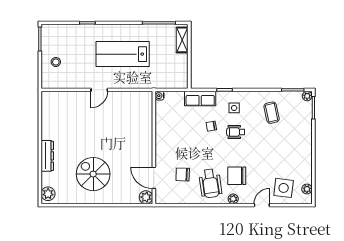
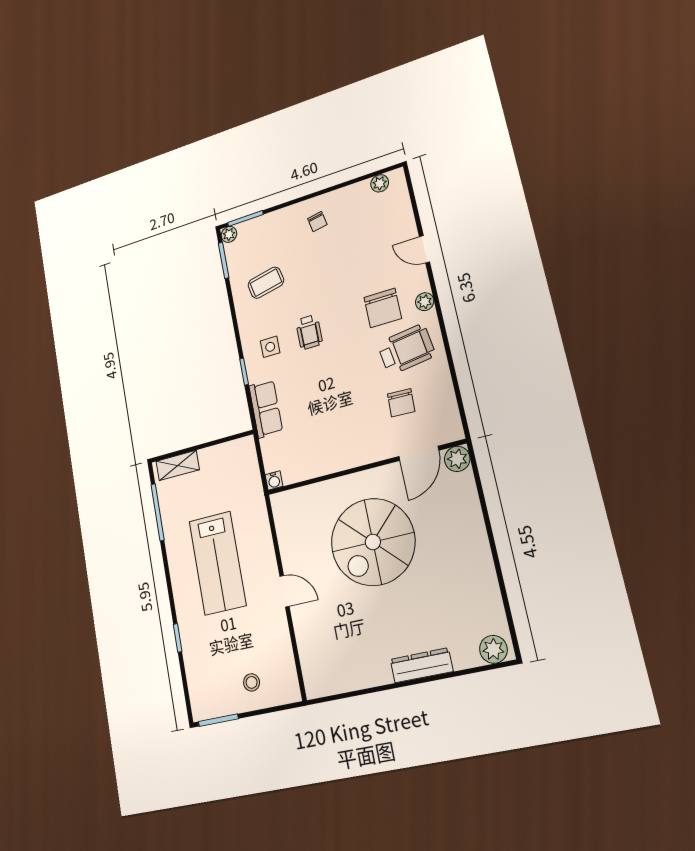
chair: (211, 126) -> (317, 222), moved
spiral stairs: (93, 174) -> (373, 542), moved, width x1.37, depth x1.37
side table: (284, 188) -> (386, 222), removed

